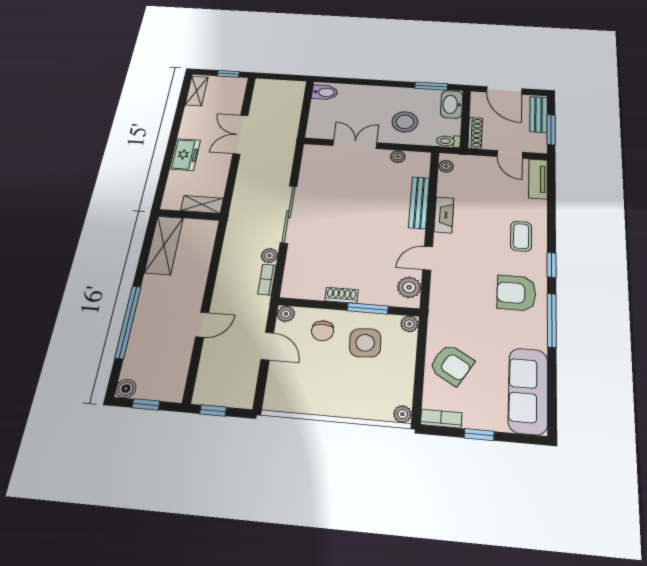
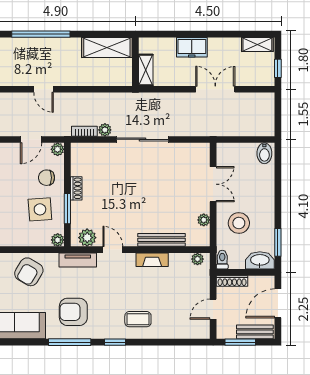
tv unit: (538, 179) -> (78, 260), moved, turned 180
armchair: (516, 293) -> (73, 312), moved, turned -90

